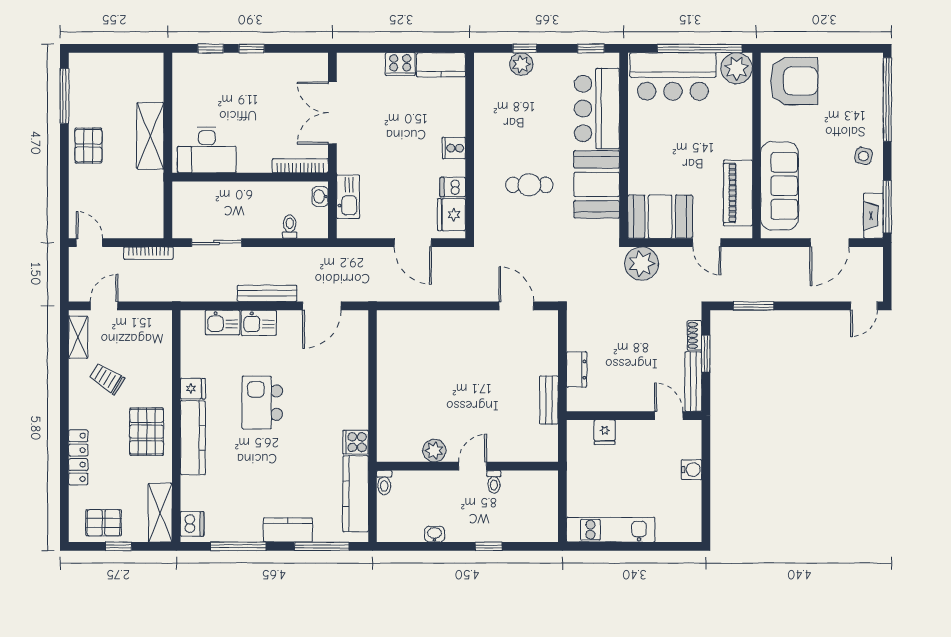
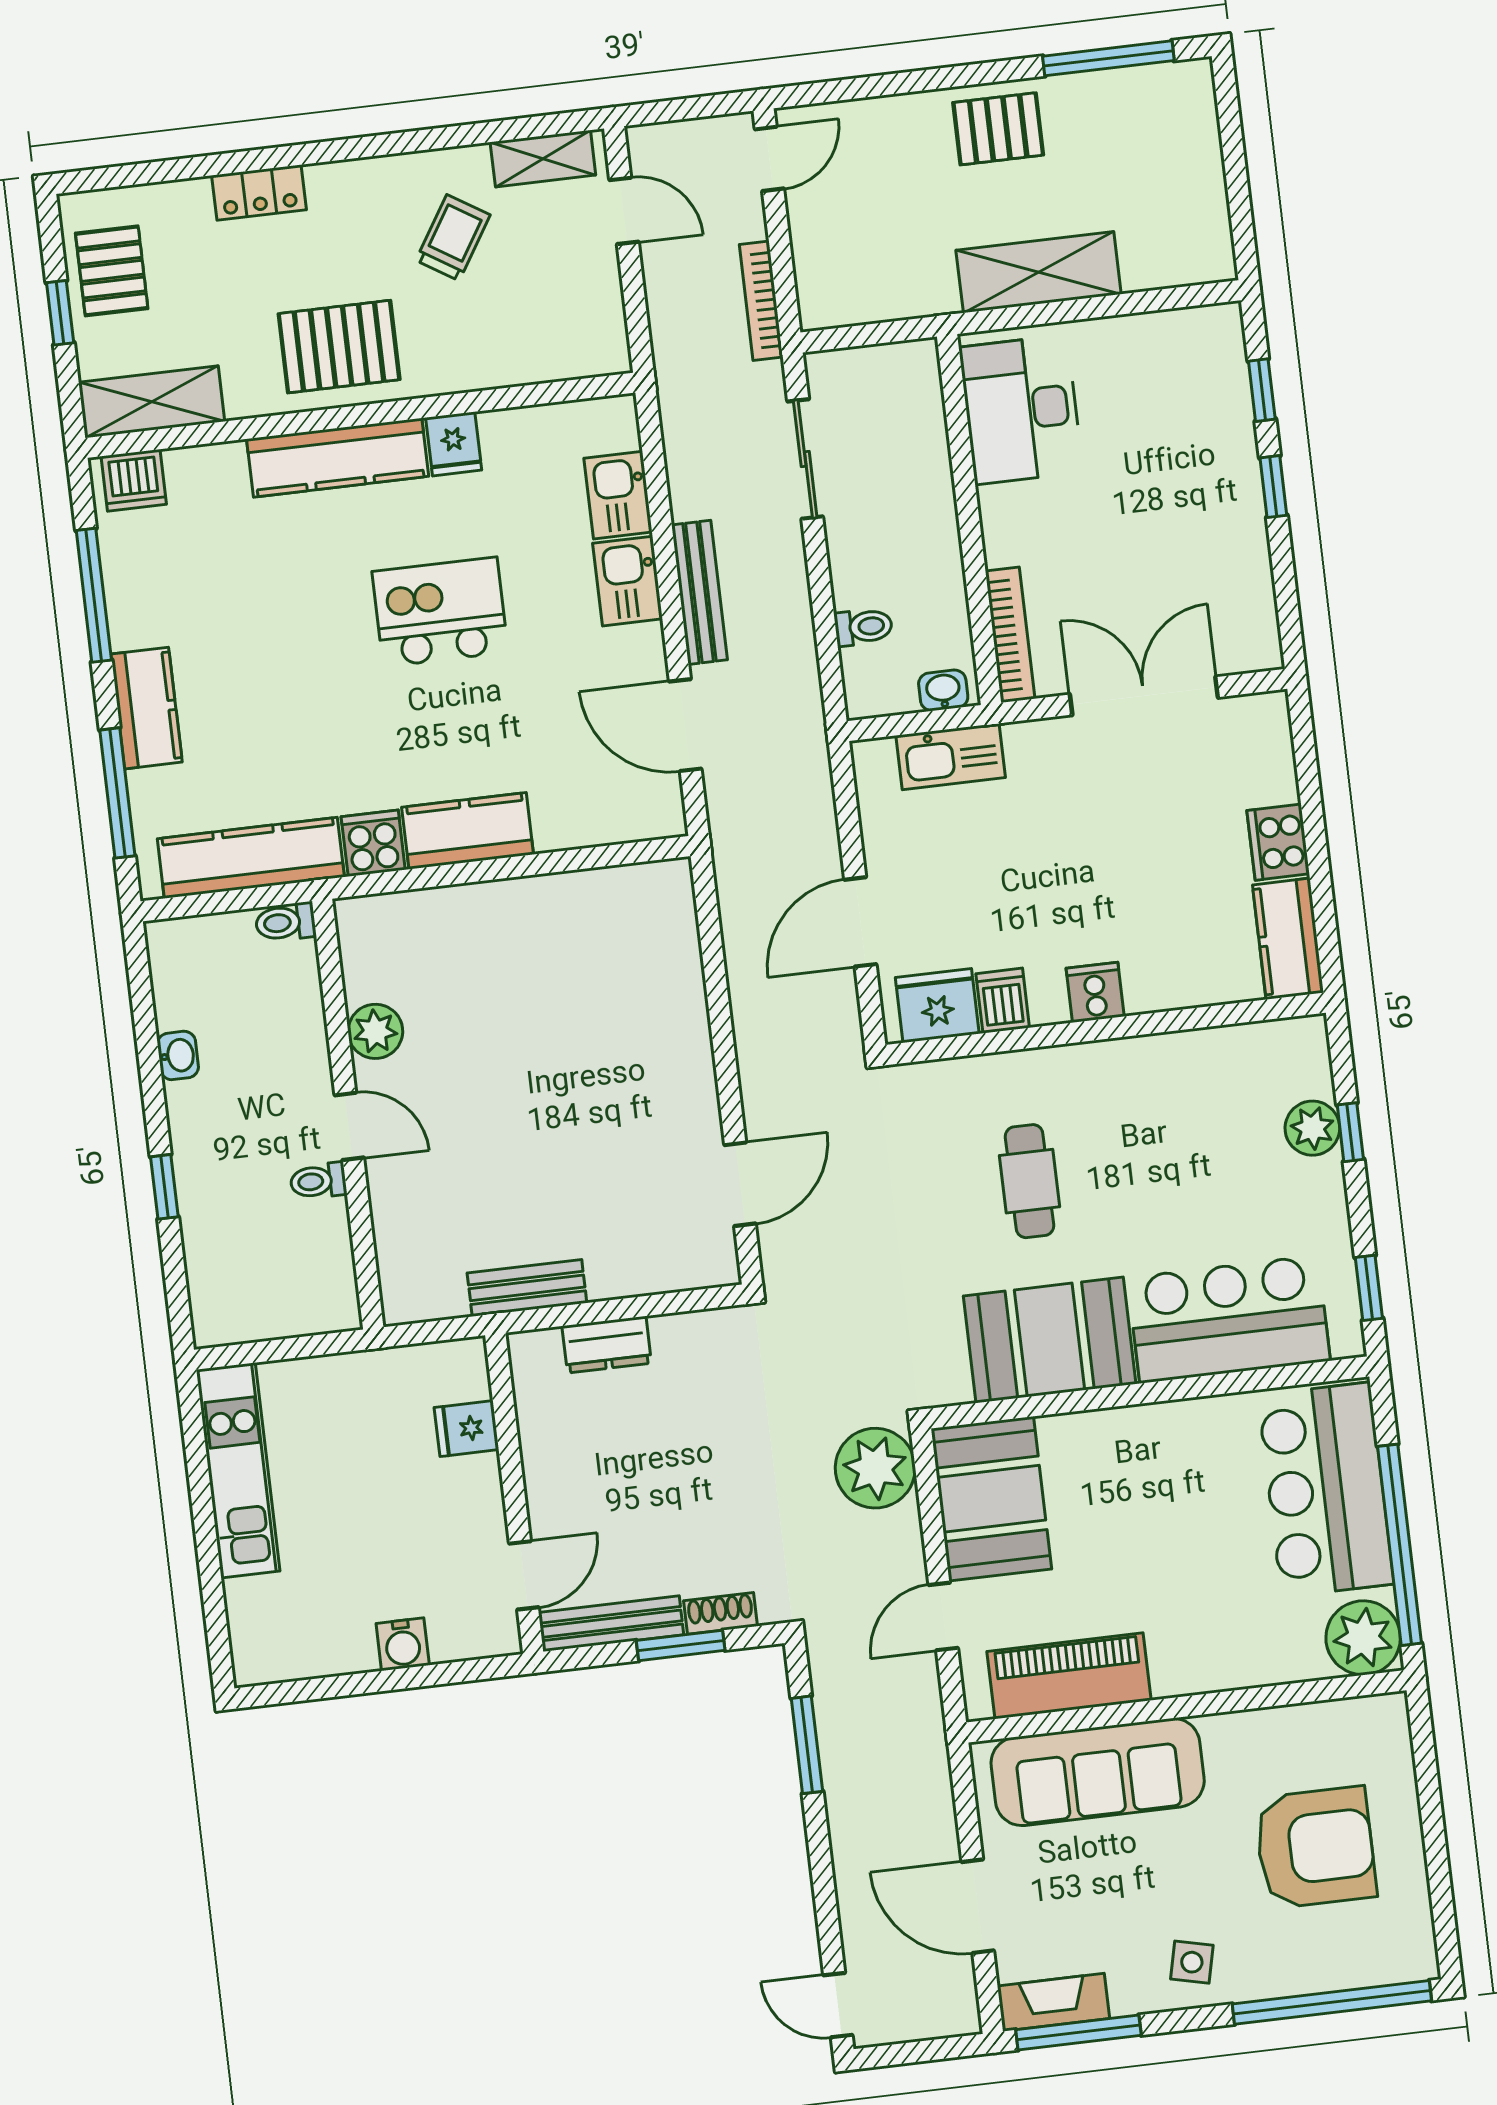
armchair: (794, 81) -> (1315, 1848), moved, turned -90
kitchen counter: (355, 402) -> (468, 831), added
locker: (78, 457) -> (259, 193), width x0.66

